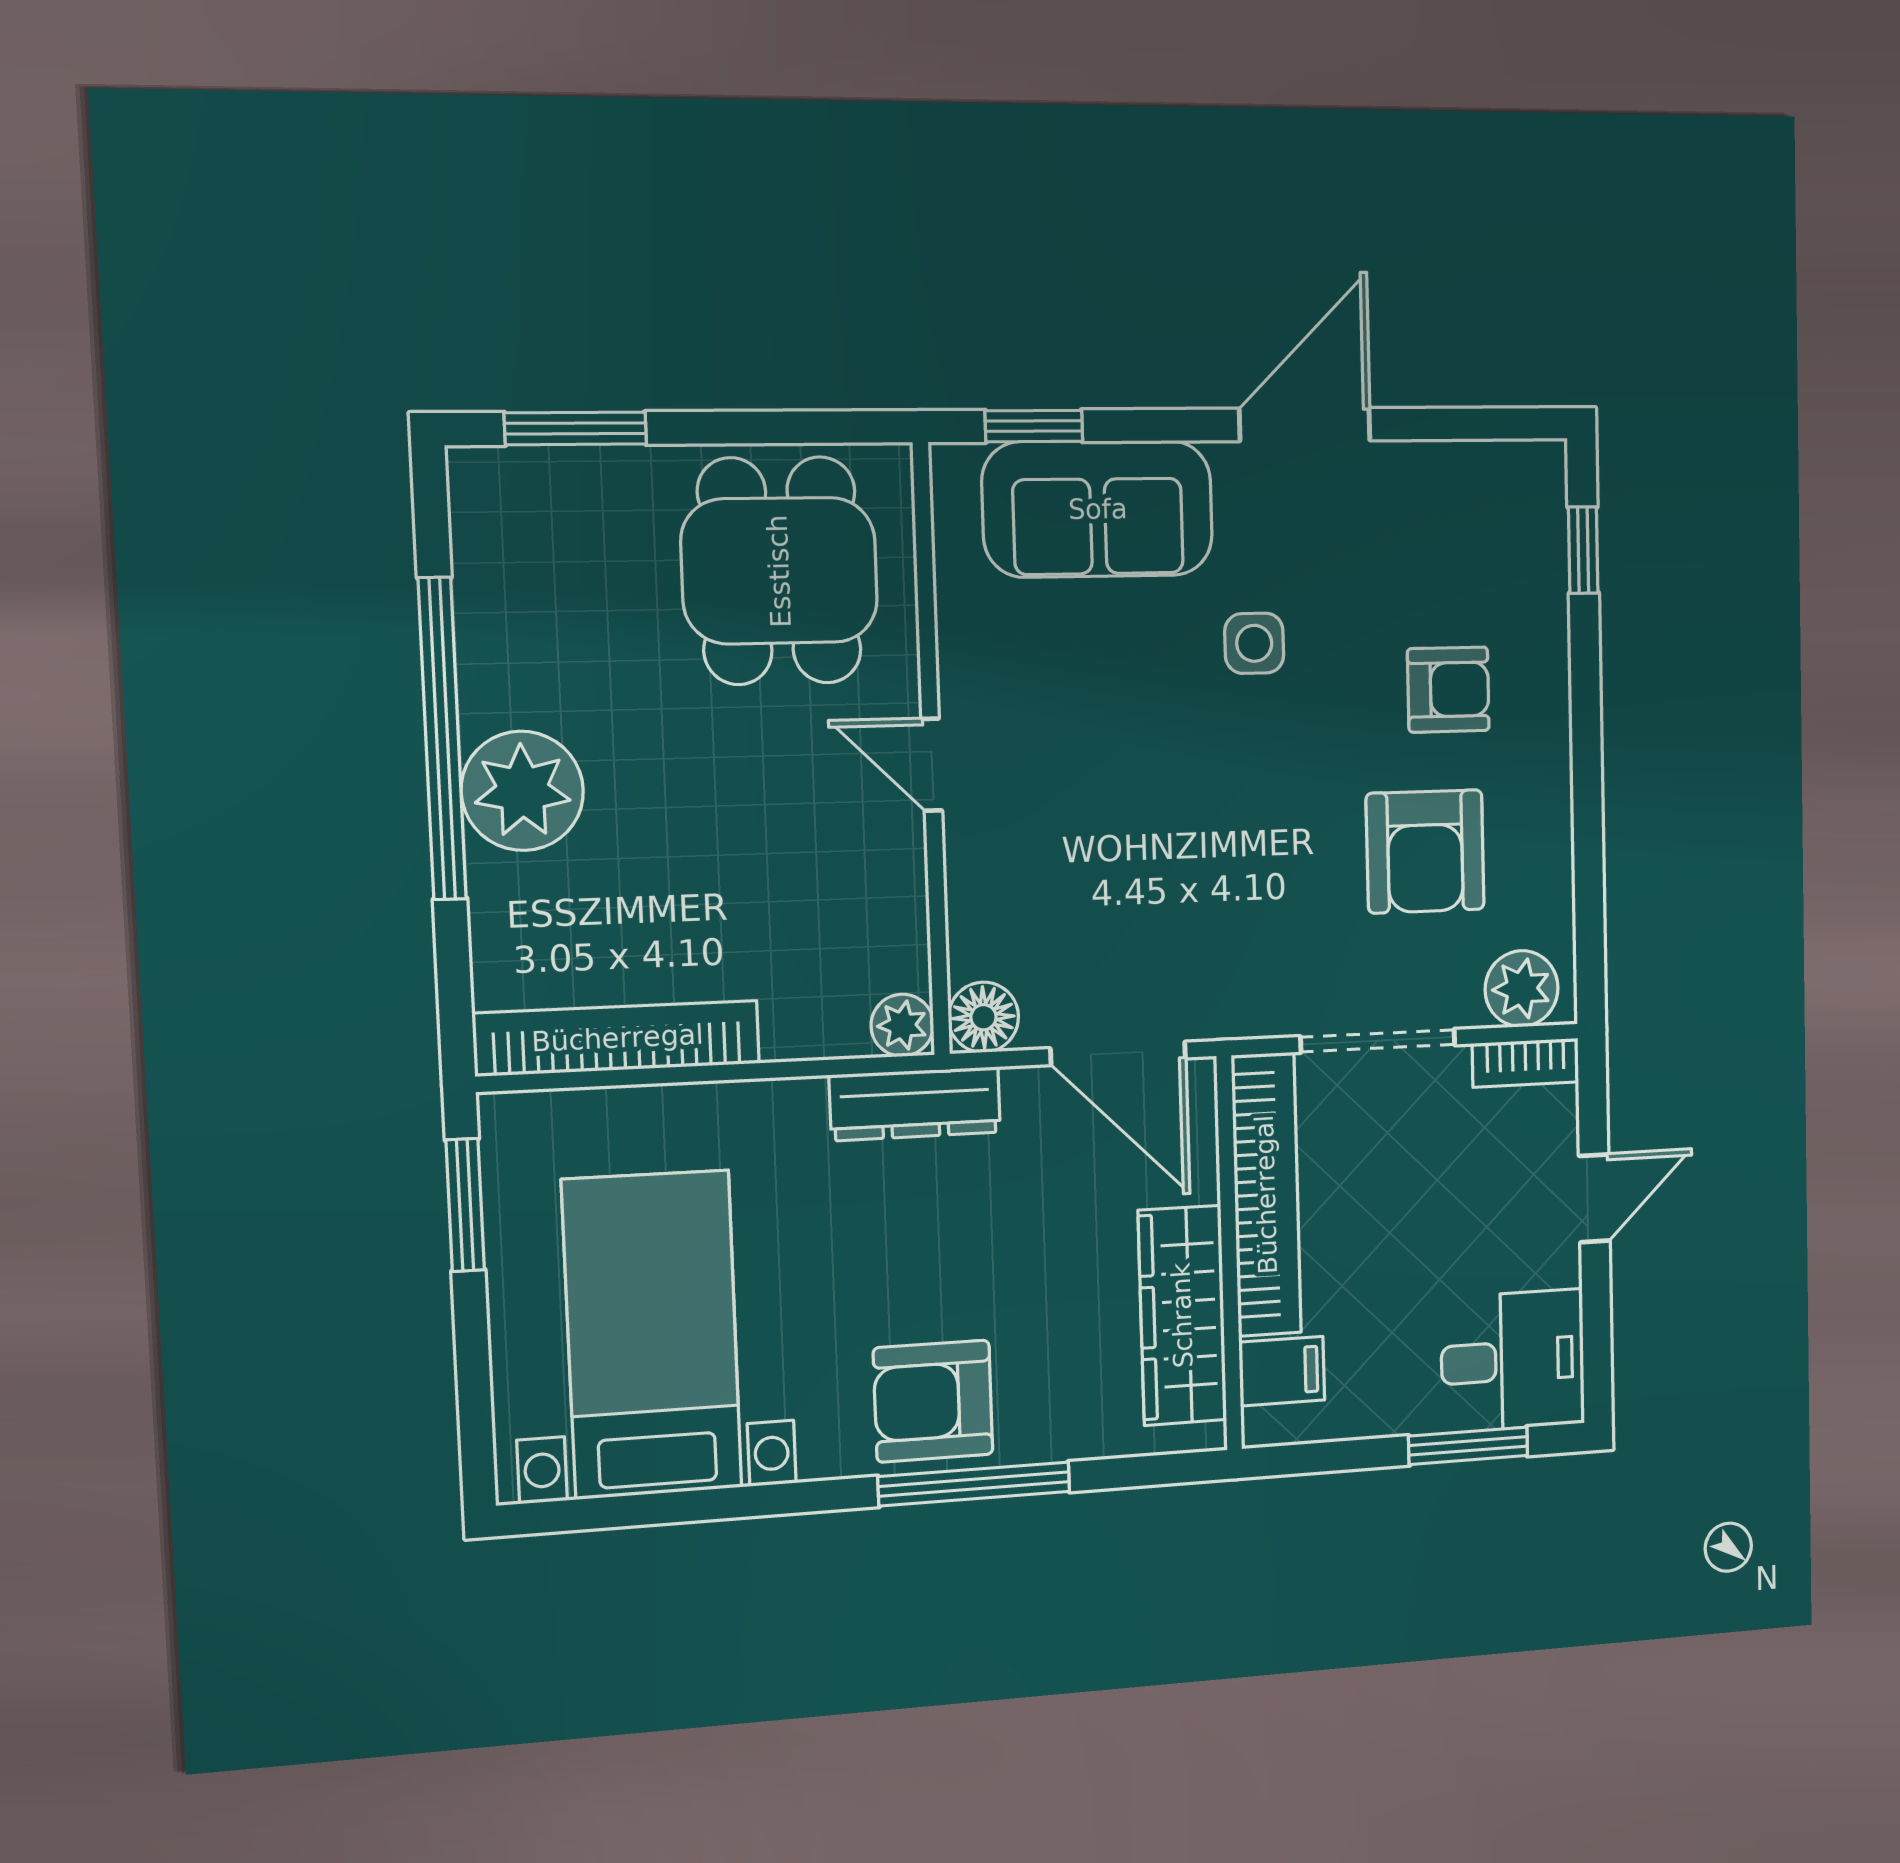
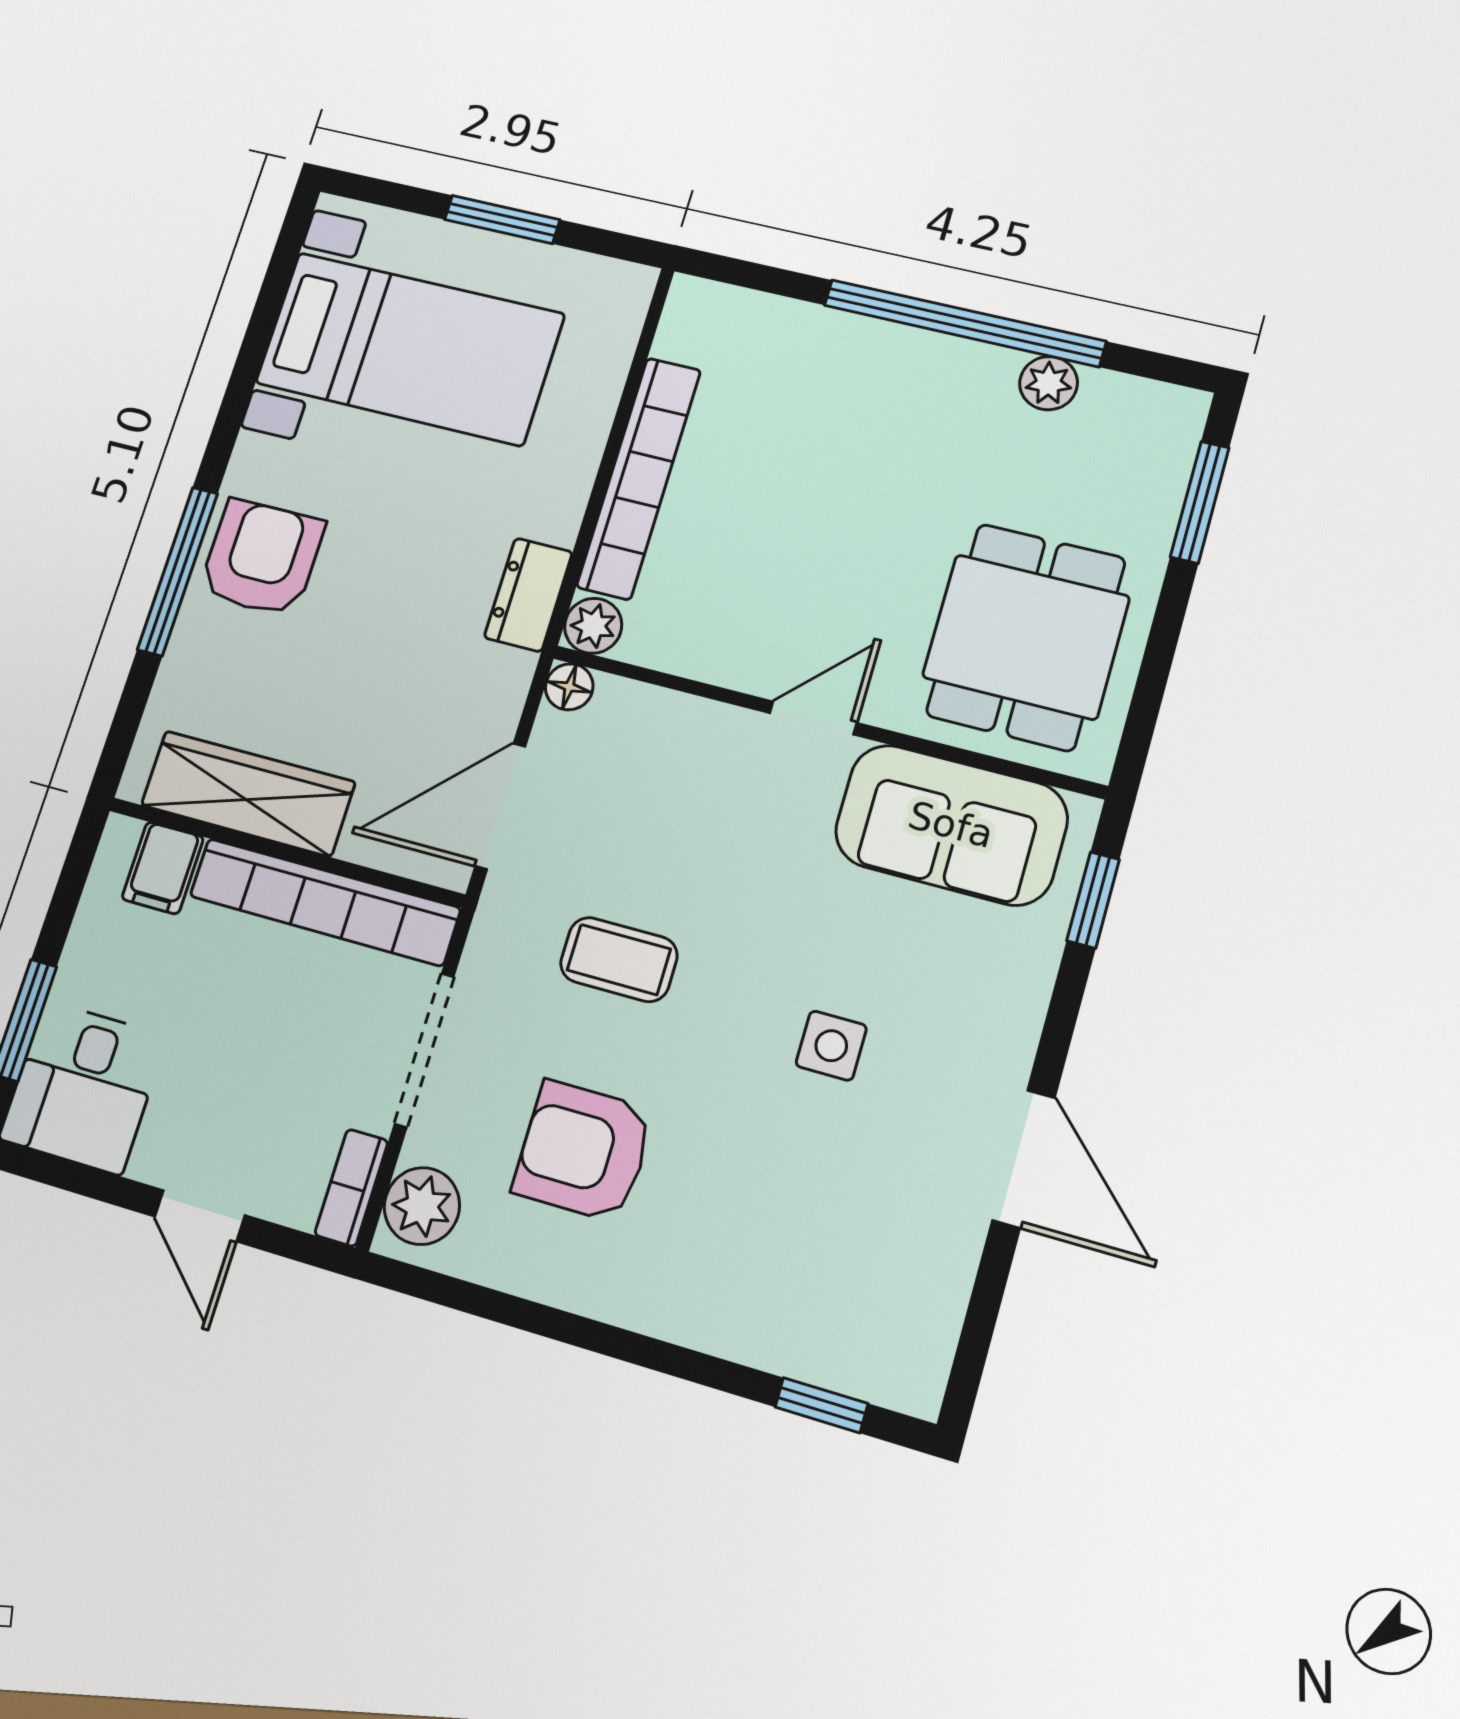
sofa: (1098, 509) -> (951, 825), moved, turned -90
dining table: (779, 571) -> (1026, 637), turned 90
armchair: (1448, 690) -> (729, 1223), removed
plant: (522, 791) -> (1049, 383), moved, width x0.53, depth x0.53
coffee table: (1234, 880) -> (619, 960), added
floor lamp: (983, 1017) -> (569, 687), width x0.73, depth x0.73
bookcase: (617, 1038) -> (639, 478), moved
dresser: (915, 1104) -> (528, 595), width x0.70
window: (465, 1205) -> (502, 220), moved

